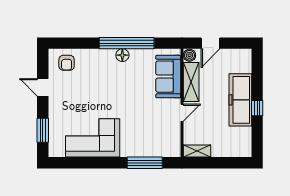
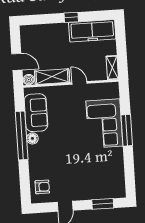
sofa: (168, 77) -> (36, 113), moved, turned -90
freezer: (240, 100) -> (92, 31), moved
corner sofa: (93, 138) -> (104, 123), moved
window: (145, 163) -> (127, 130), moved

